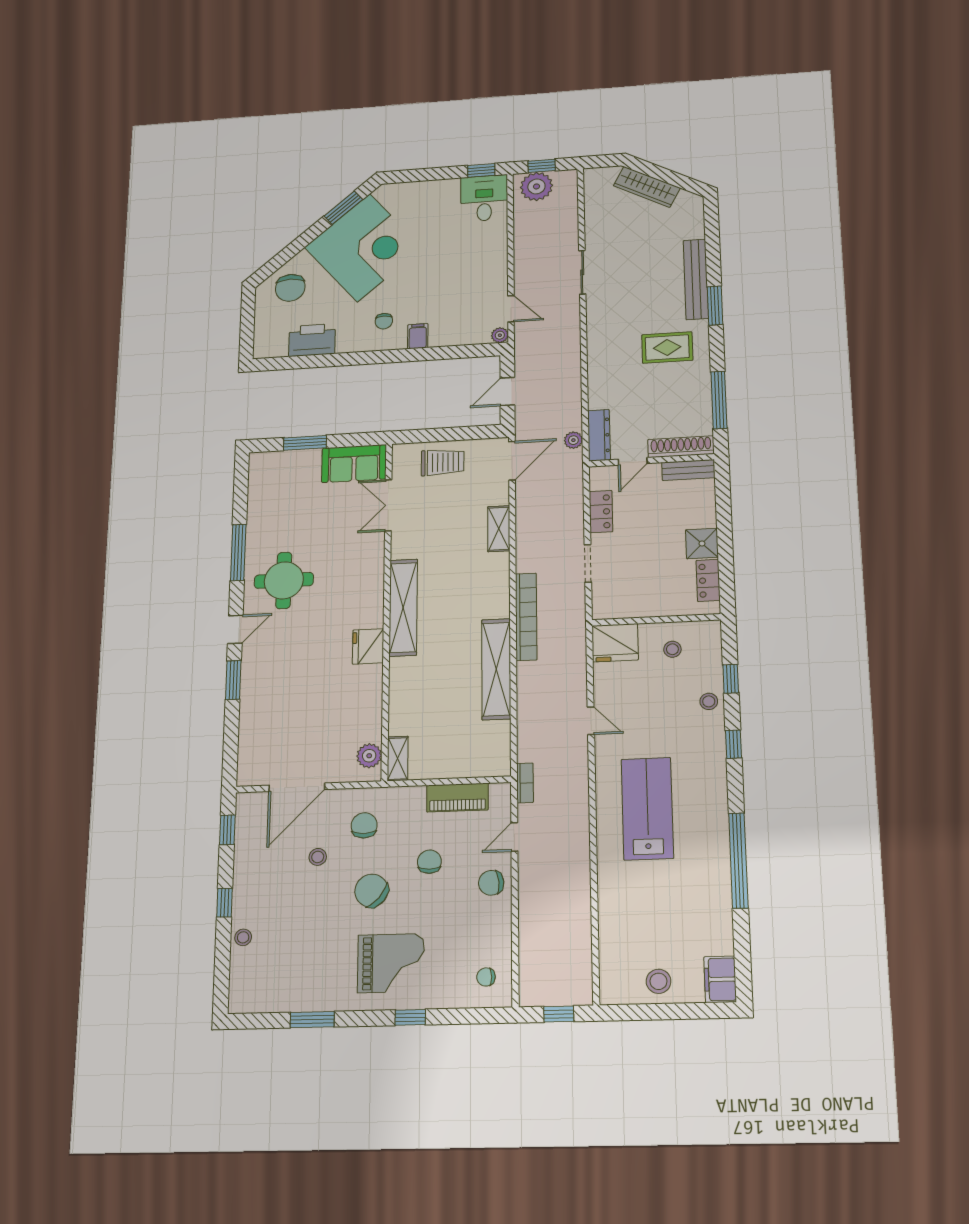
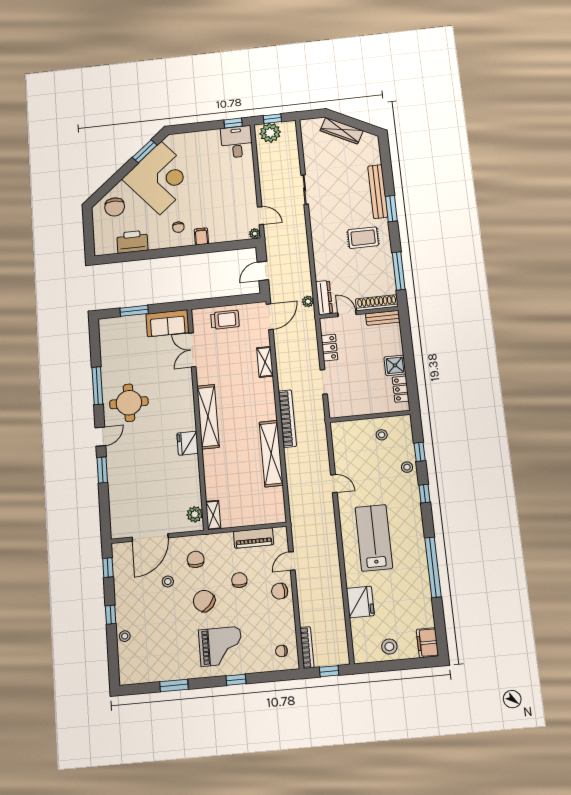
door: (633, 461) -> (347, 314), swing flipped
fridge: (615, 643) -> (360, 602), moved, turned -90
bookcase: (525, 783) -> (307, 647), moved, width x1.56

